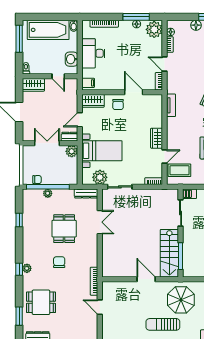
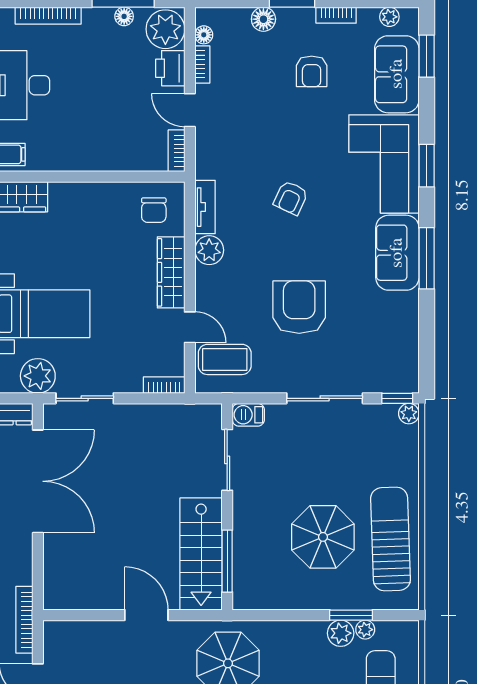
printer: (156, 46) -> (170, 68), added
door: (134, 92) -> (117, 177), removed
chair: (118, 105) -> (154, 210), moved
plant: (173, 124) -> (209, 250), added
wardrobe: (157, 138) -> (171, 272), width x1.50
door: (165, 157) -> (190, 327), hinge flipped
double door: (100, 222) -> (38, 481), width x1.87

